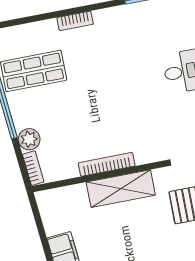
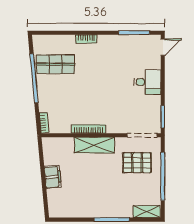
plant: (29, 139) -> (45, 105), removed

